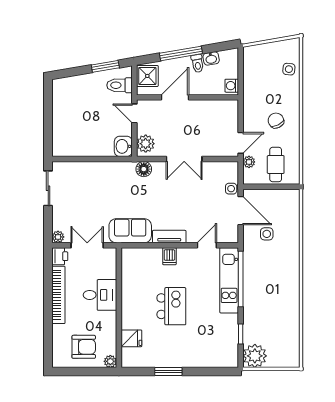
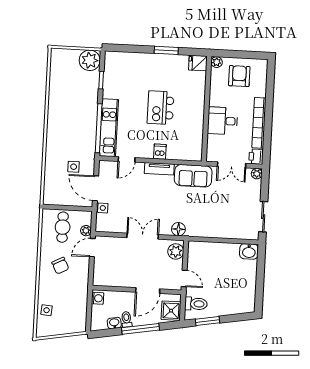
washbasin: (123, 146) -> (249, 251), moved, turned 90
fridge: (131, 338) -> (198, 63), moved
armchair: (84, 347) -> (239, 76), turned 90

